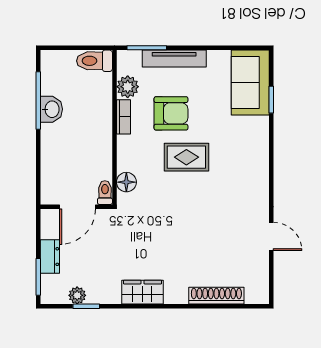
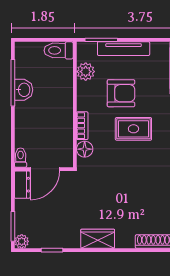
bookcase: (123, 117) -> (82, 126), moved
toilet: (105, 193) -> (21, 158), moved
dresser: (50, 257) -> (22, 185), moved
plant: (77, 295) -> (22, 241), moved

